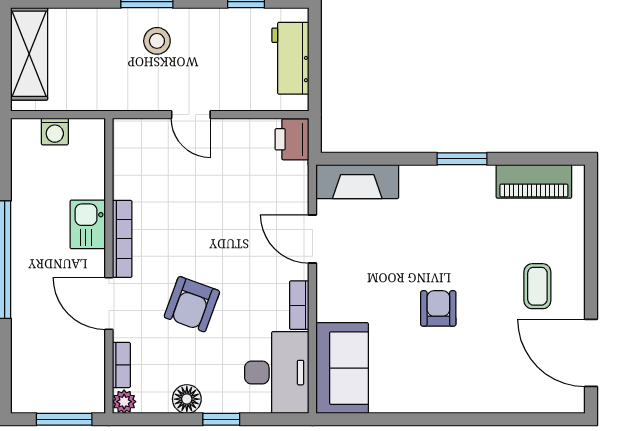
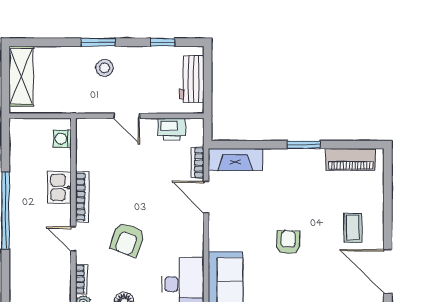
washing machine: (55, 131) -> (62, 139), moved, turned 90
printer: (292, 139) -> (172, 129), moved, turned -90
door: (109, 303) -> (73, 239), width x0.73
bookcase: (299, 305) -> (197, 163), moved

